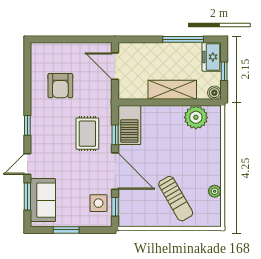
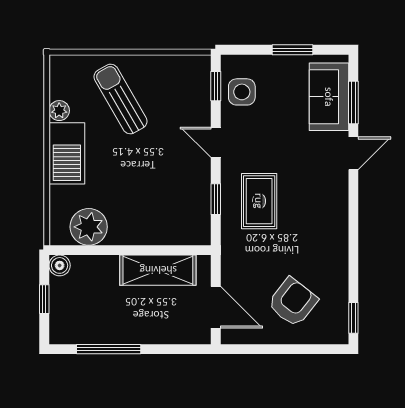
freezer: (212, 57) -> (64, 322), removed
armchair: (60, 86) -> (293, 302), moved, turned 38
shelving: (172, 90) -> (158, 270), moved
window: (27, 125) -> (353, 318), moved
barbecue: (129, 125) -> (67, 153), moved, turned 180
door: (115, 171) -> (216, 142), width x0.53

